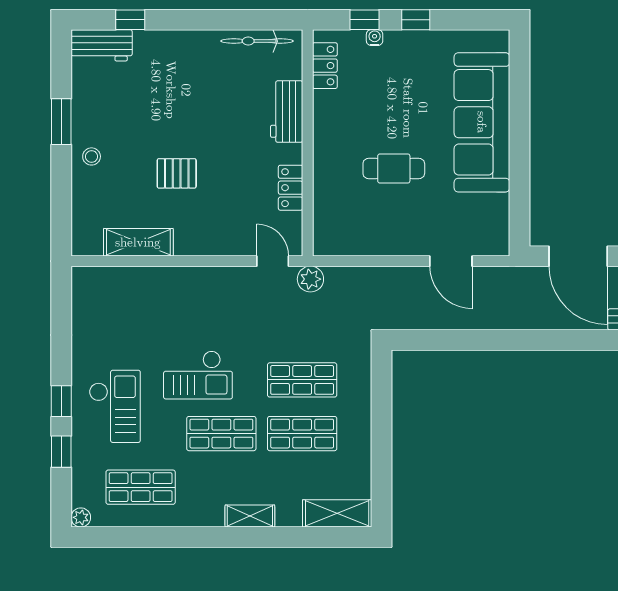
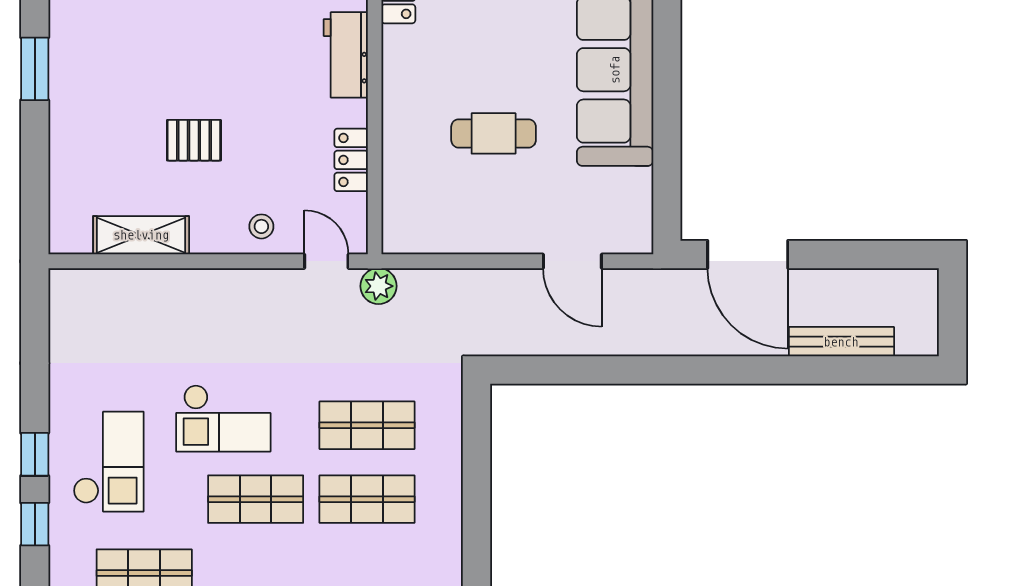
stool: (92, 156) -> (261, 226), moved

